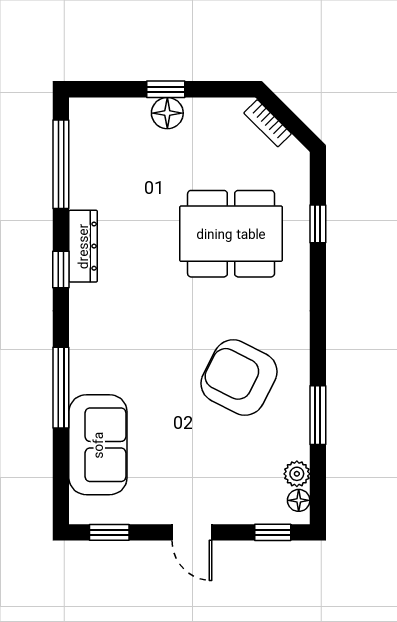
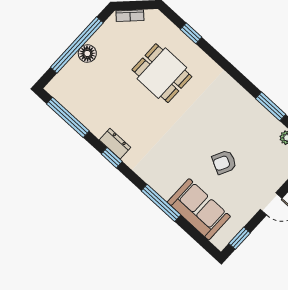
window: (166, 89) -> (77, 45), width x3.17
dining table: (231, 234) -> (162, 73), width x0.73
dresser: (83, 246) -> (115, 144), width x0.70
armchair: (239, 378) -> (224, 162), moved, width x0.53, depth x0.53

